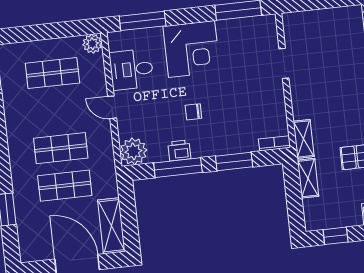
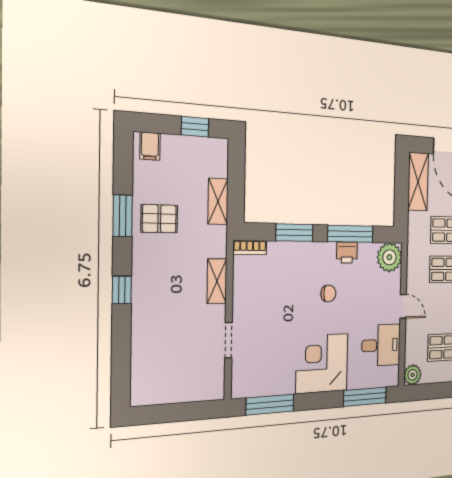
shelving: (304, 139) -> (217, 281), moved

